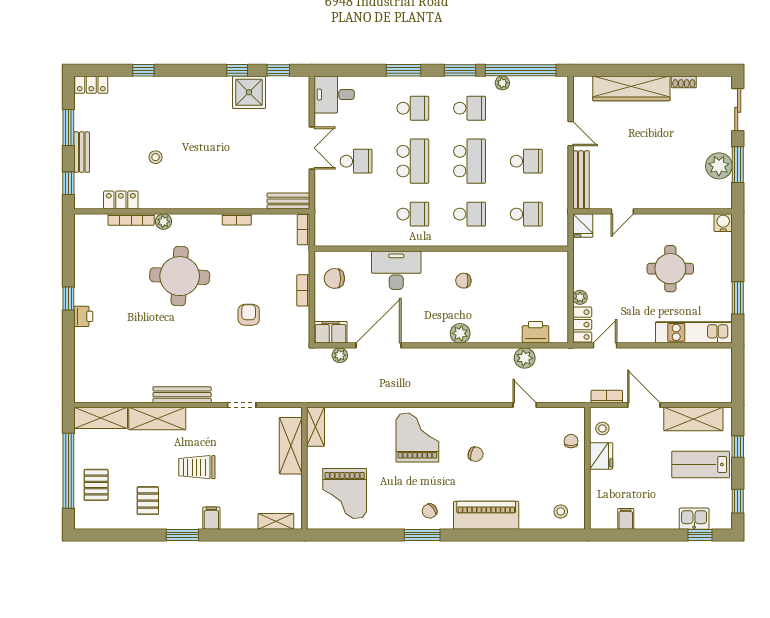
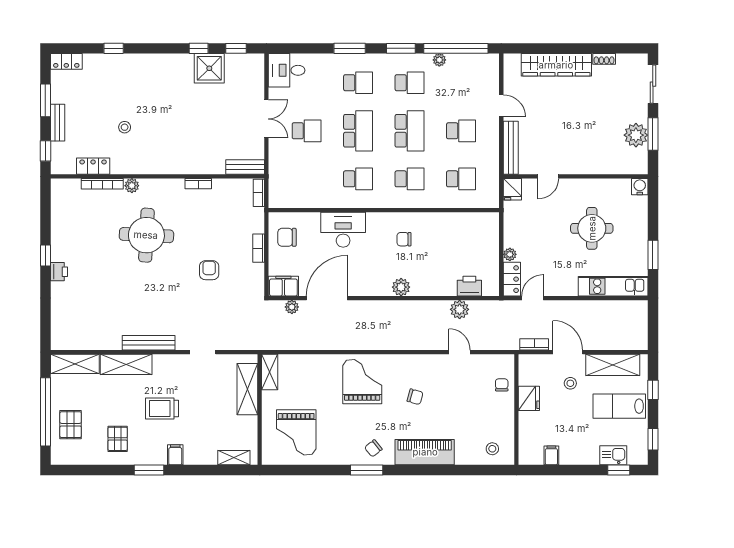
stool: (602, 428) -> (570, 383), moved

